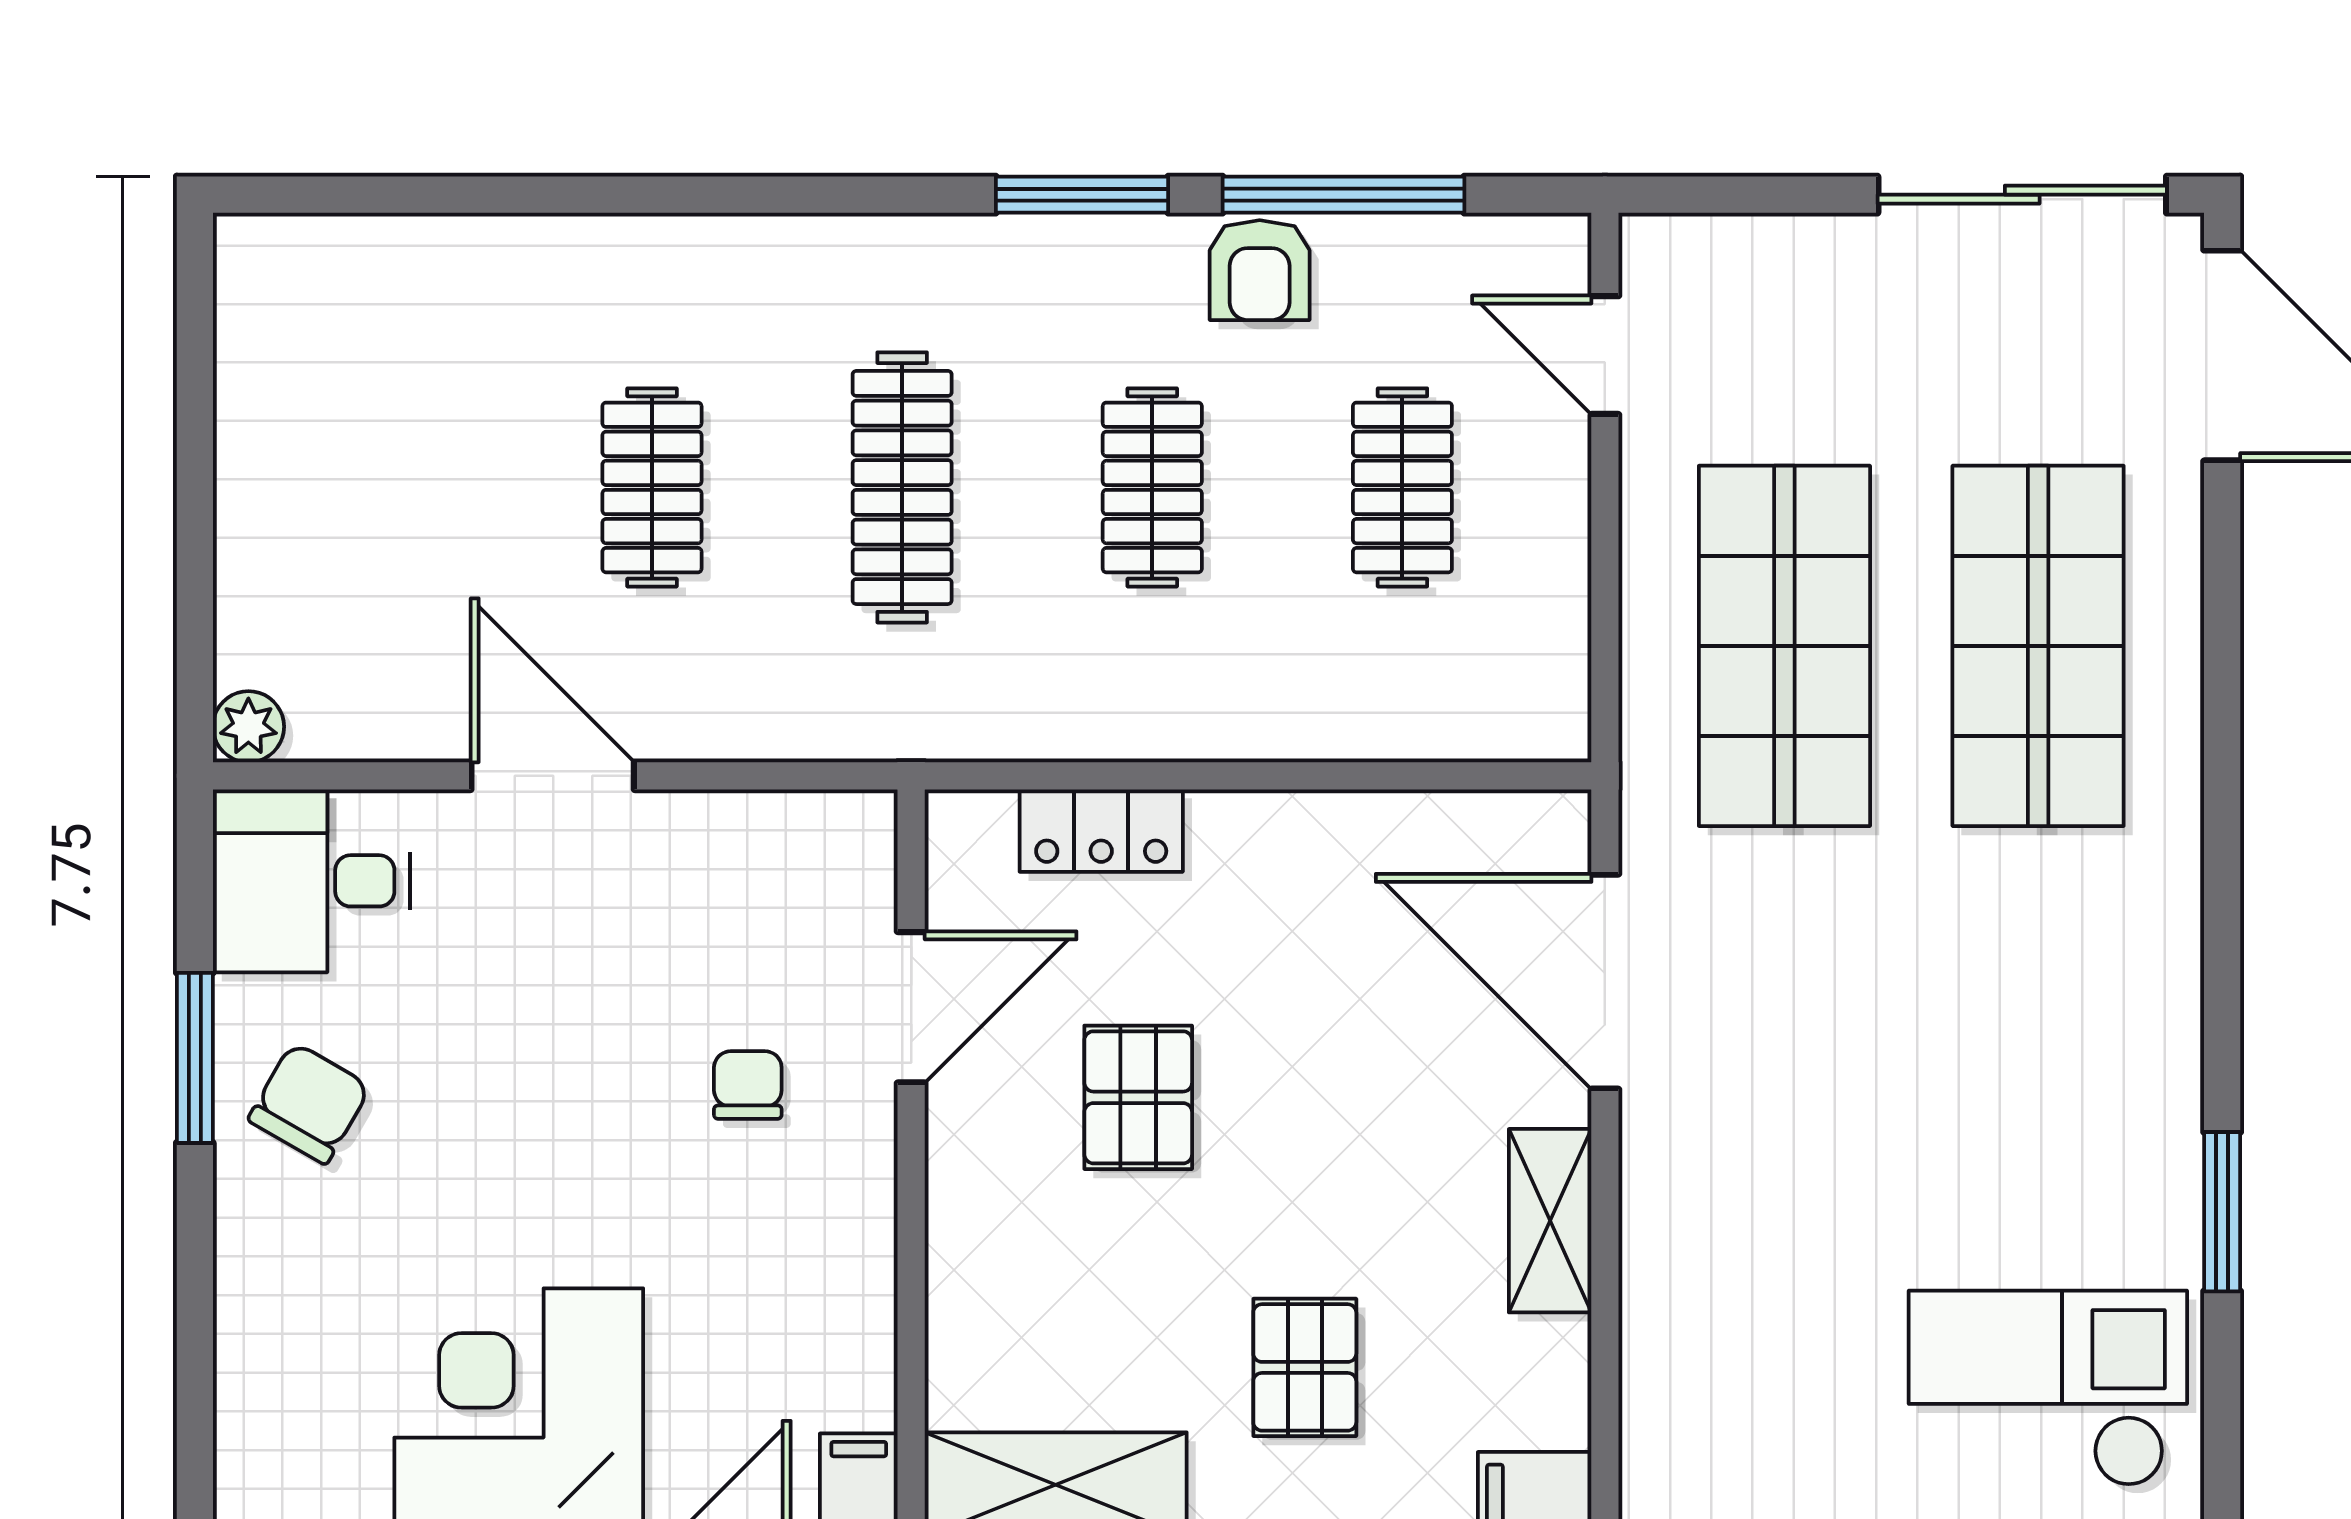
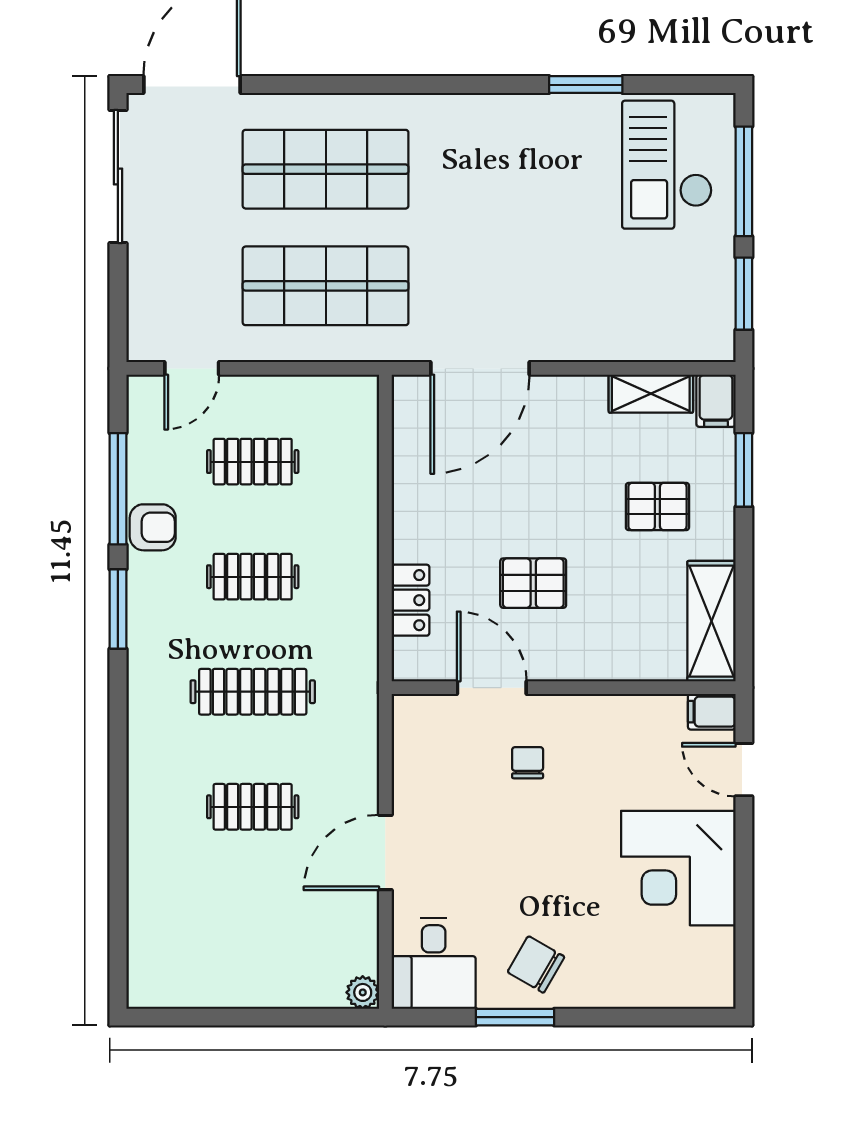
chair: (748, 1085) -> (528, 763), turned 90
shelving: (1550, 1221) -> (651, 394), moved

